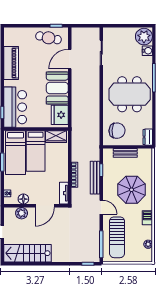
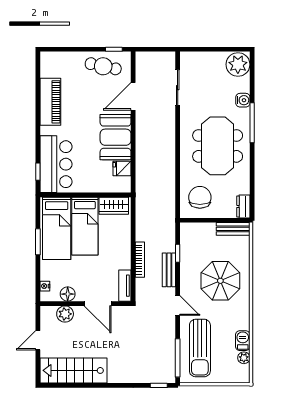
water cooler: (147, 51) -> (243, 100), moved
meeting table: (130, 94) -> (218, 146), turned 90
fridge: (60, 115) -> (122, 169), width x0.53, depth x0.75
chair: (117, 131) -> (200, 197), turned -92
bench: (125, 153) -> (233, 229), moved
bench: (95, 178) -> (169, 270), width x0.73
door: (45, 206) -> (98, 304), hinge flipped
barbecue: (147, 218) -> (243, 341), moved

